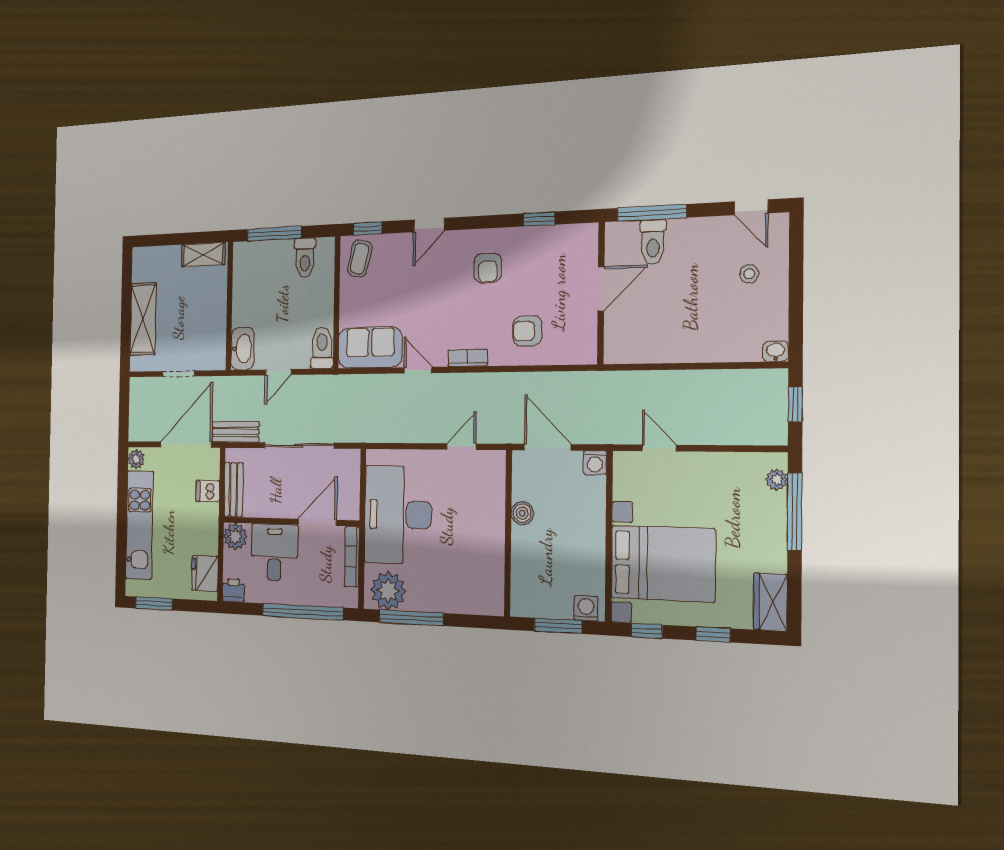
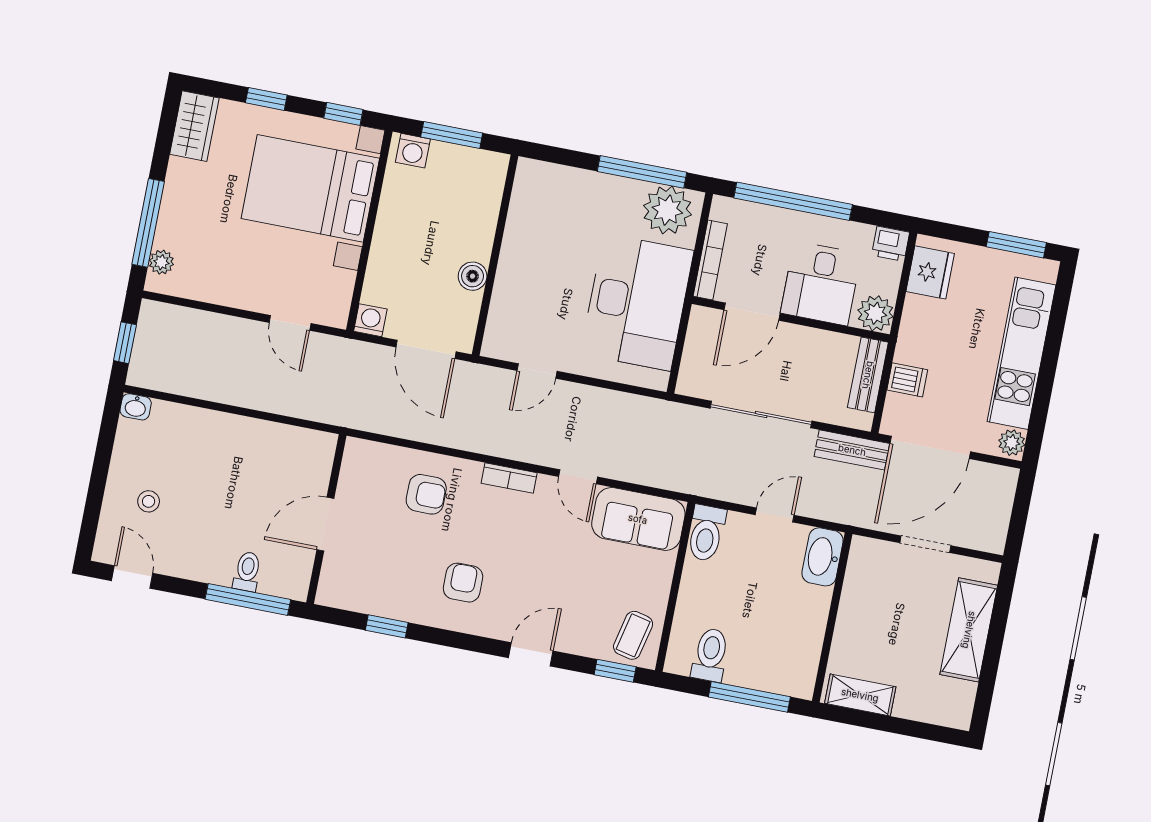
toilet: (653, 242) -> (247, 572), width x0.73, depth x0.72

